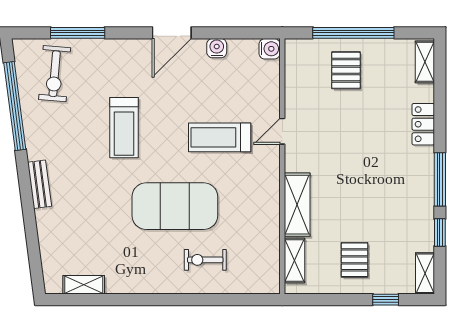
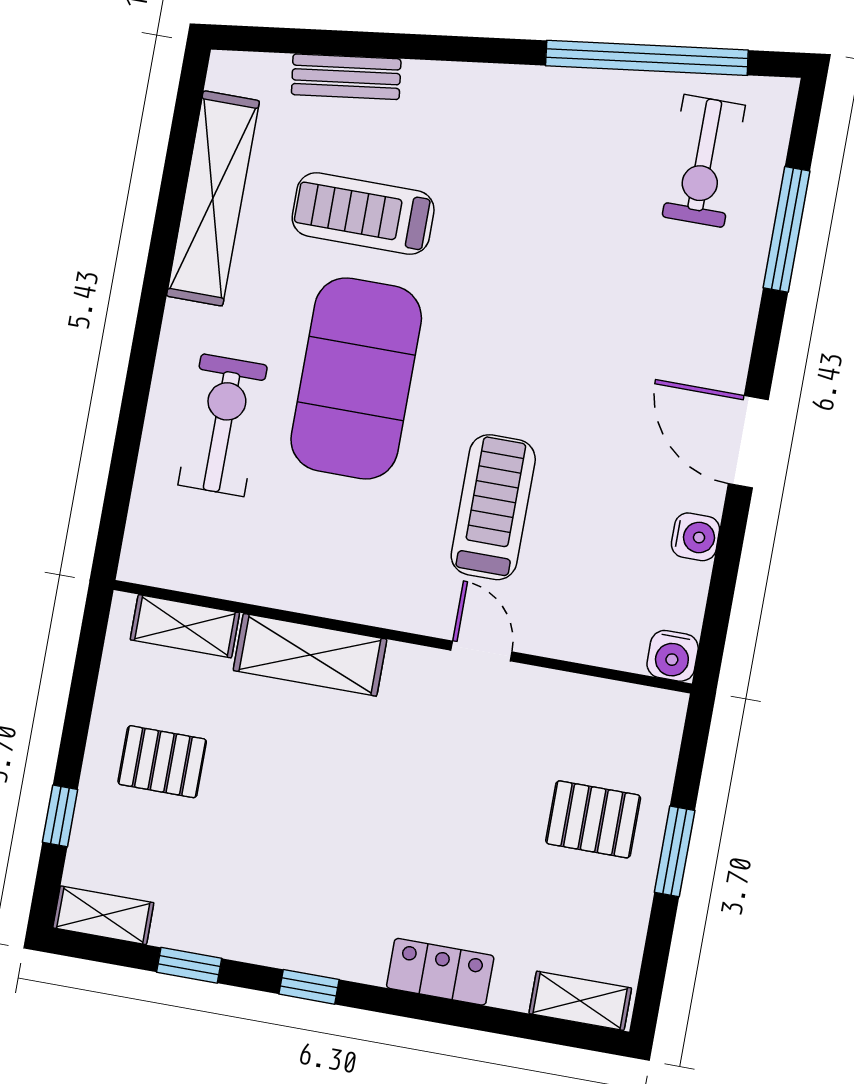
window: (353, 33) -> (675, 851), width x0.47
exercise bike: (55, 74) -> (704, 161), turned -95
treadmill: (124, 128) -> (363, 214), moved
window: (440, 179) -> (309, 987), width x0.46
bench: (40, 184) -> (346, 77), moved
exercise bike: (205, 260) -> (223, 425), width x1.38, depth x1.39
shelving: (84, 285) -> (213, 198), width x2.20, depth x1.33

